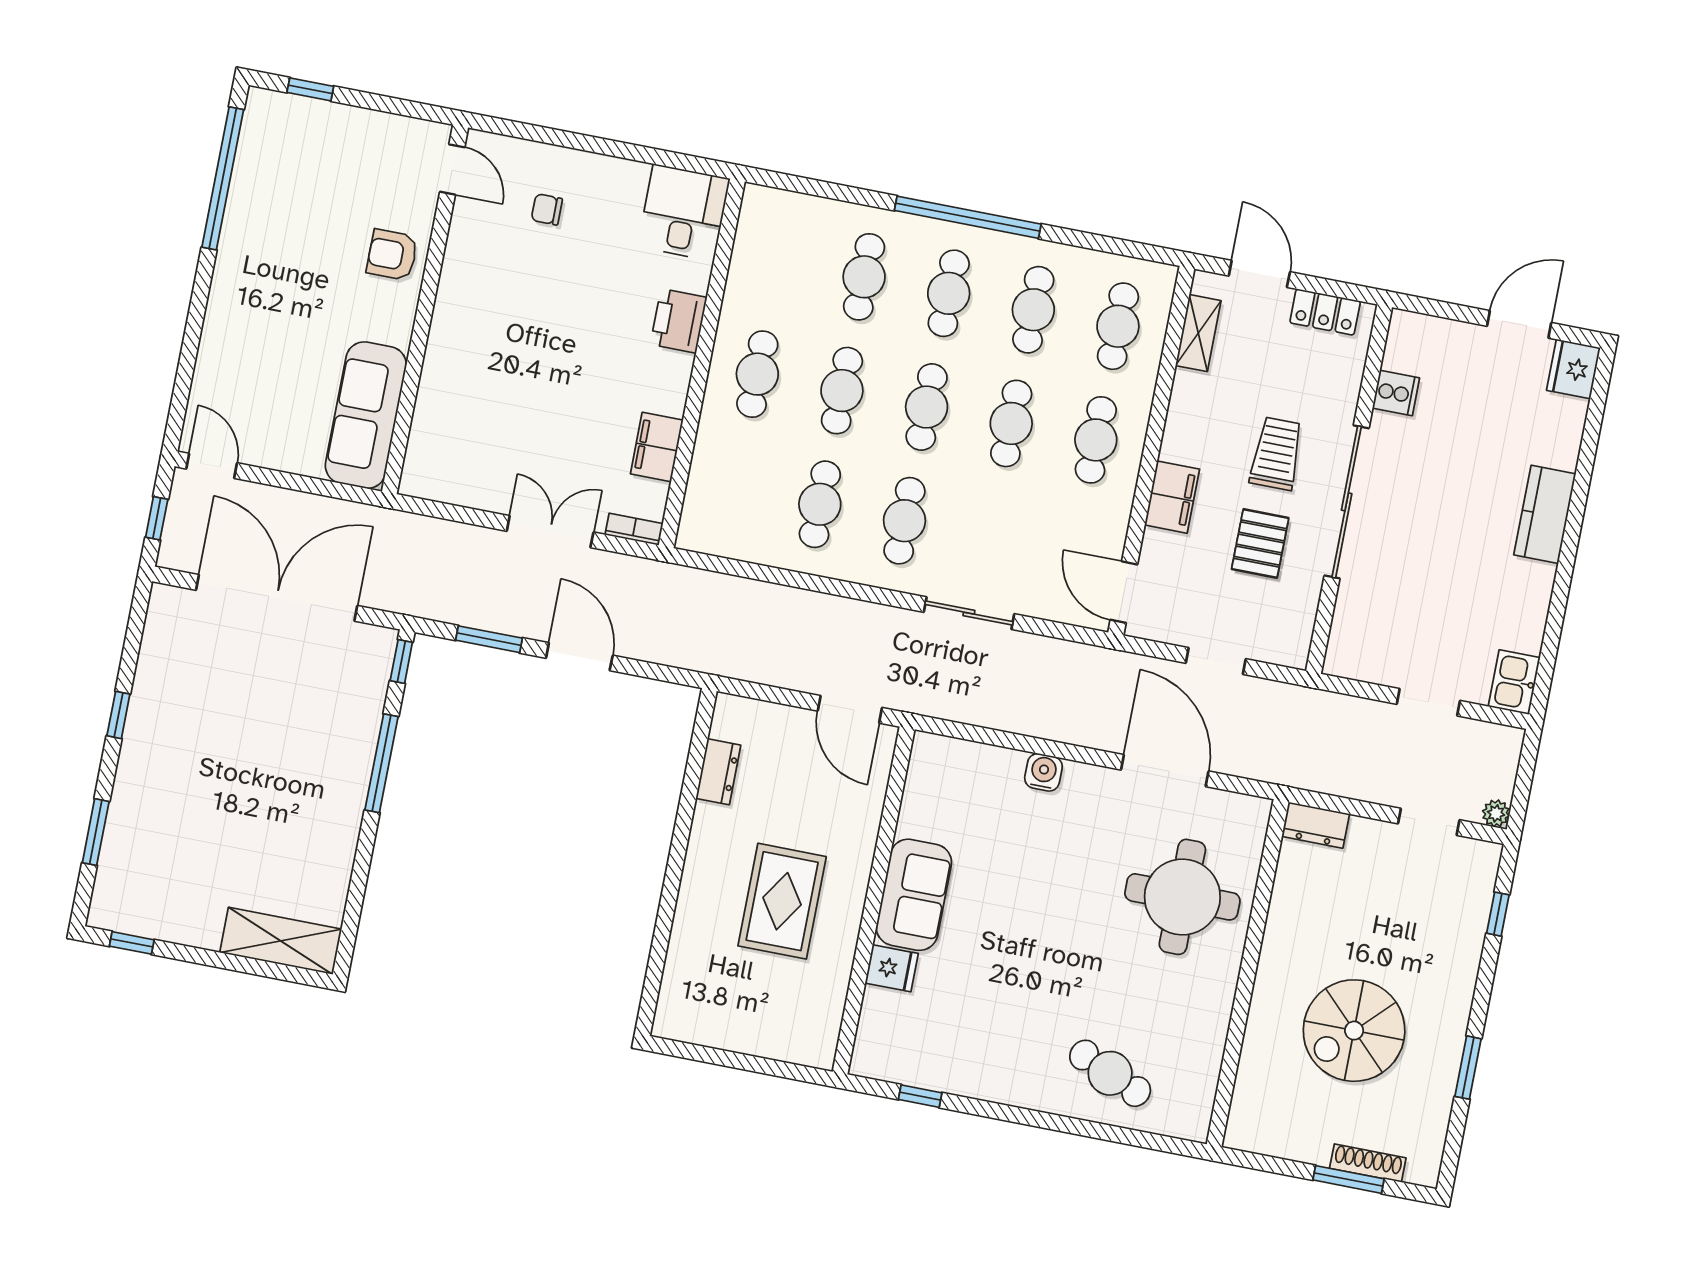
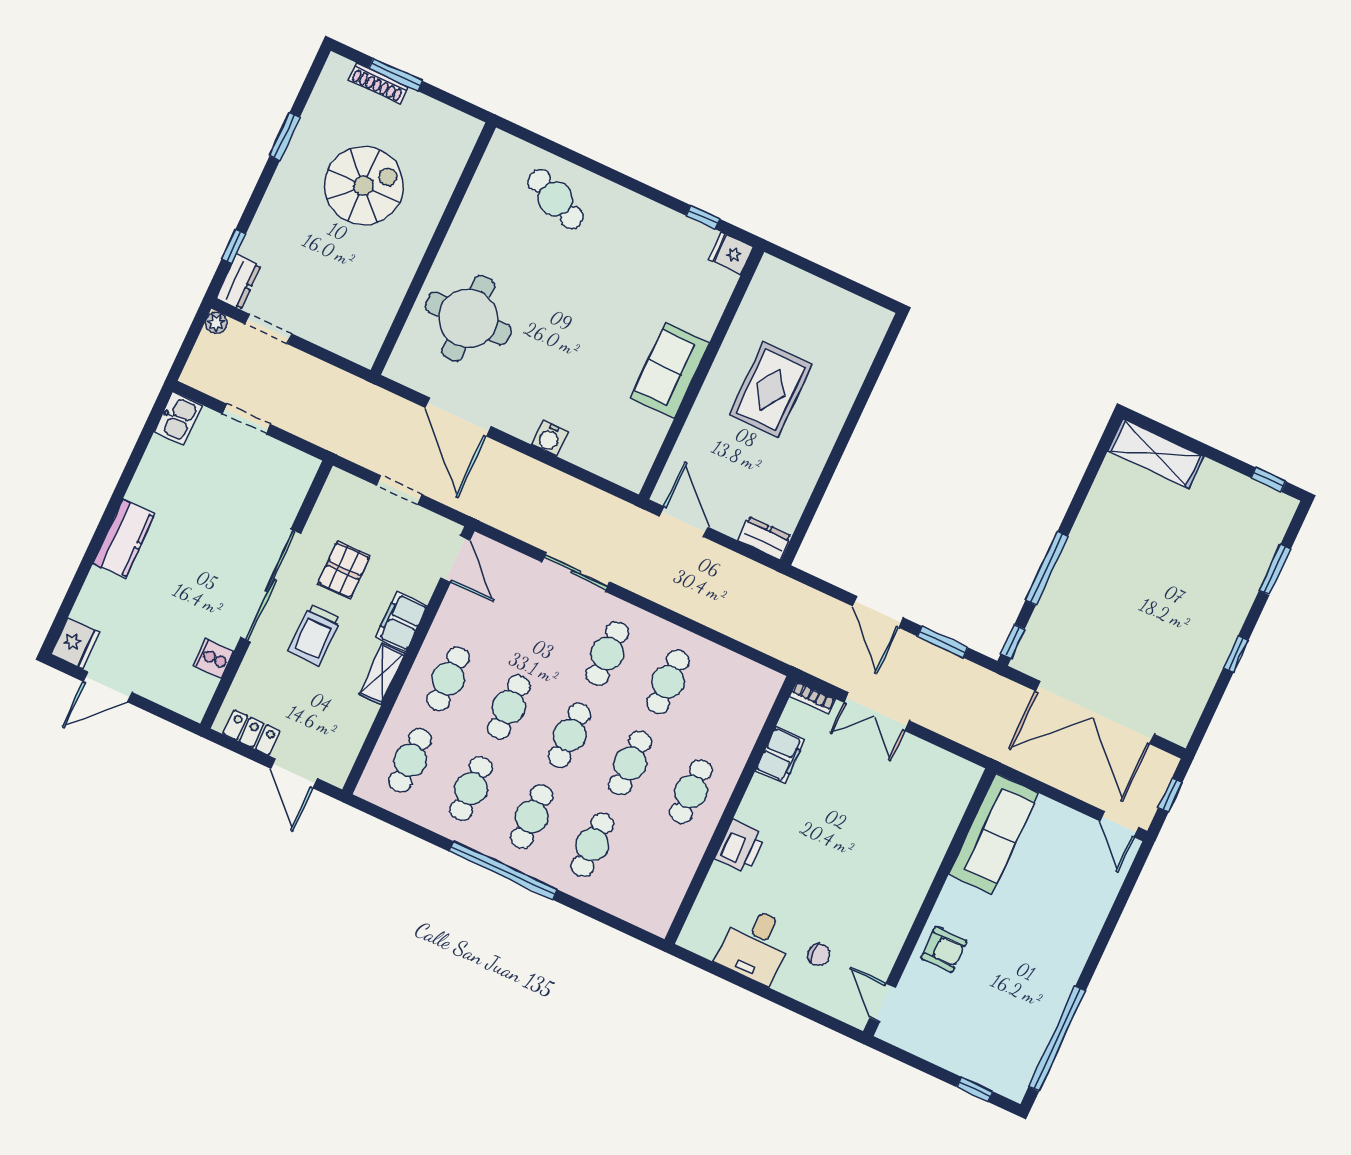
desk: (684, 213) -> (755, 945), moved
shelving: (1198, 333) -> (382, 674), moved
dresser: (718, 772) -> (764, 538), moved, turned 90
dresser: (1316, 825) -> (238, 282), moved, turned 90
fridge: (892, 968) -> (731, 253), moved

